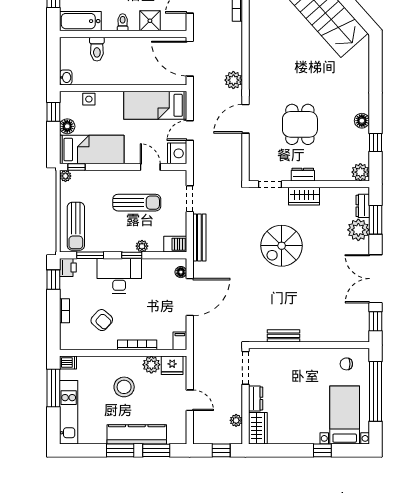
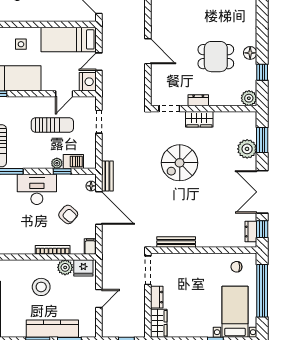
plant: (233, 80) -> (137, 17), removed
side table: (89, 99) -> (21, 44), moved
door: (245, 119) -> (148, 51), swing flipped
dining table: (300, 124) -> (216, 57), moved, turned 90
door: (150, 167) -> (64, 94), swing flipped
dresser: (363, 206) -> (251, 232), moved
bench: (199, 238) -> (107, 176), moved, width x0.73
barbecue: (175, 244) -> (73, 161), moved
window: (132, 255) -> (62, 171), moved
door: (190, 297) -> (99, 208), hinge flipped
armchair: (102, 320) -> (68, 214), moved
bench: (284, 336) -> (176, 242), width x1.36
door: (190, 400) -> (99, 299), hinge flipped
plant: (236, 420) -> (140, 316), removed

